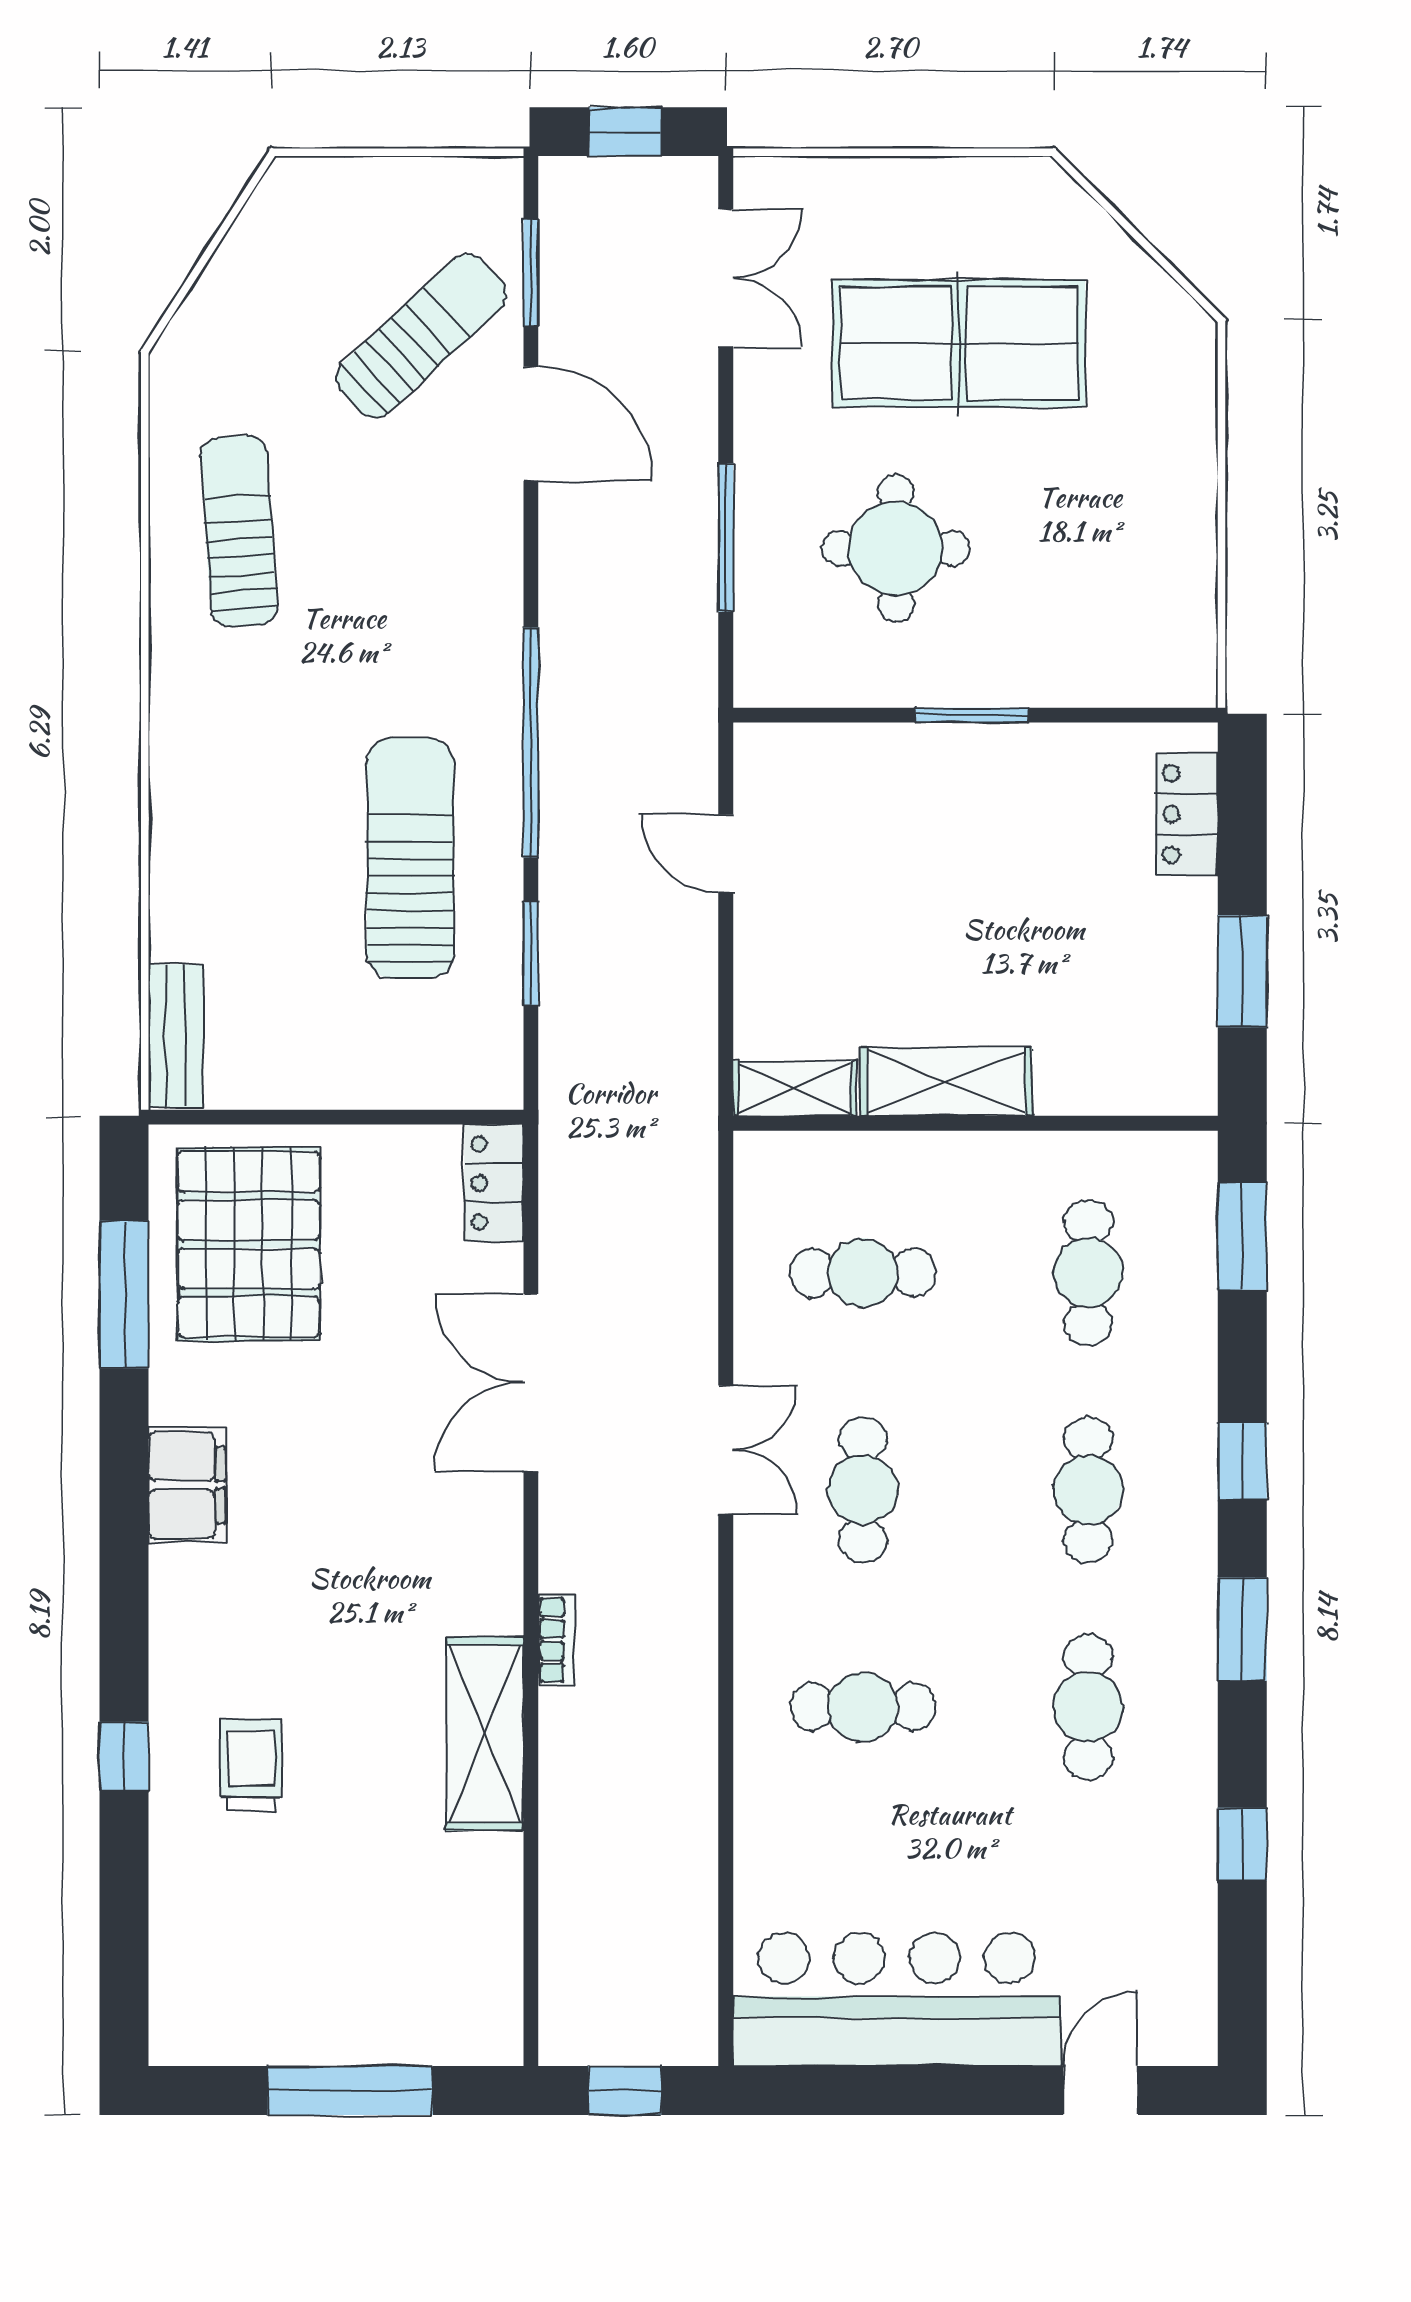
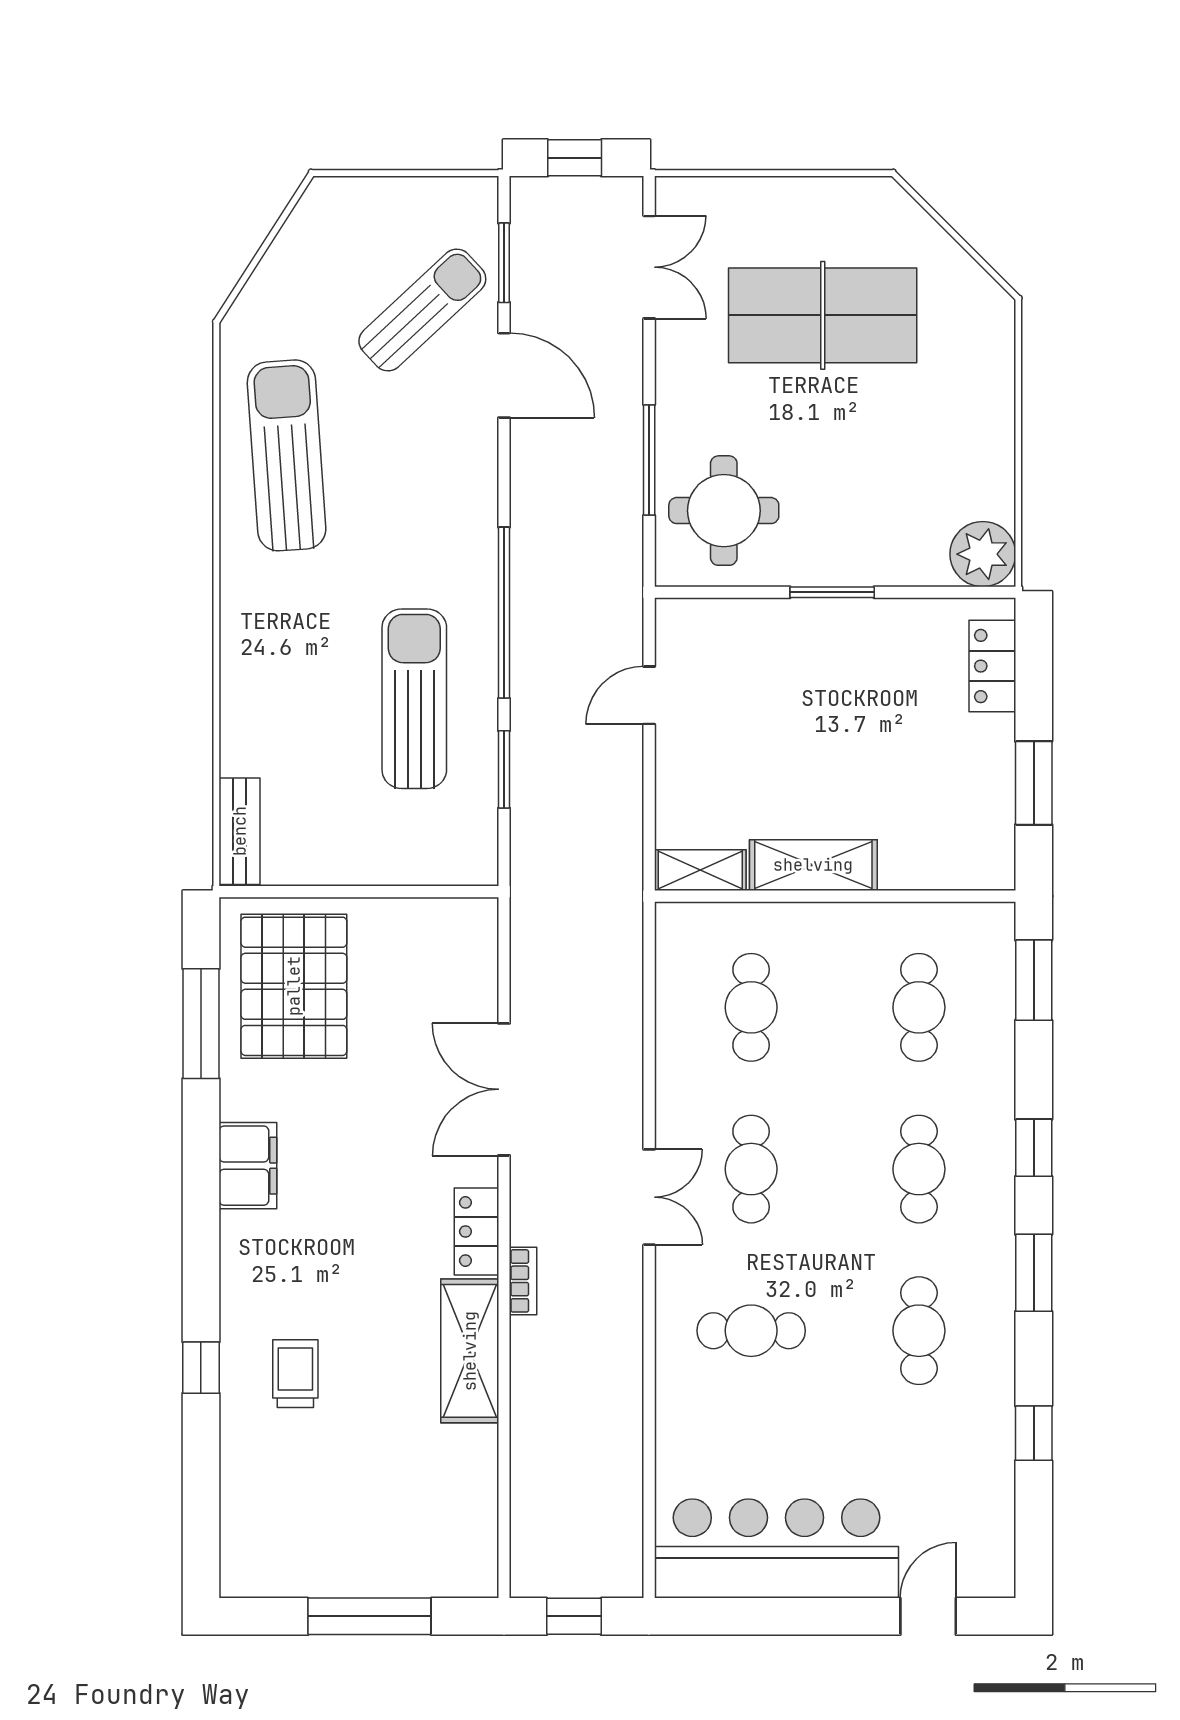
sun lounger: (239, 531) -> (287, 455), width x1.36, depth x1.34
round table: (896, 548) -> (724, 511), moved
plant: (1174, 664) -> (983, 554), added
door: (726, 854) -> (649, 695), hinge flipped
locker: (494, 1183) -> (476, 1231), moved
cafe table: (863, 1273) -> (751, 1007), turned 90
double door: (726, 1450) -> (649, 1197), moved

